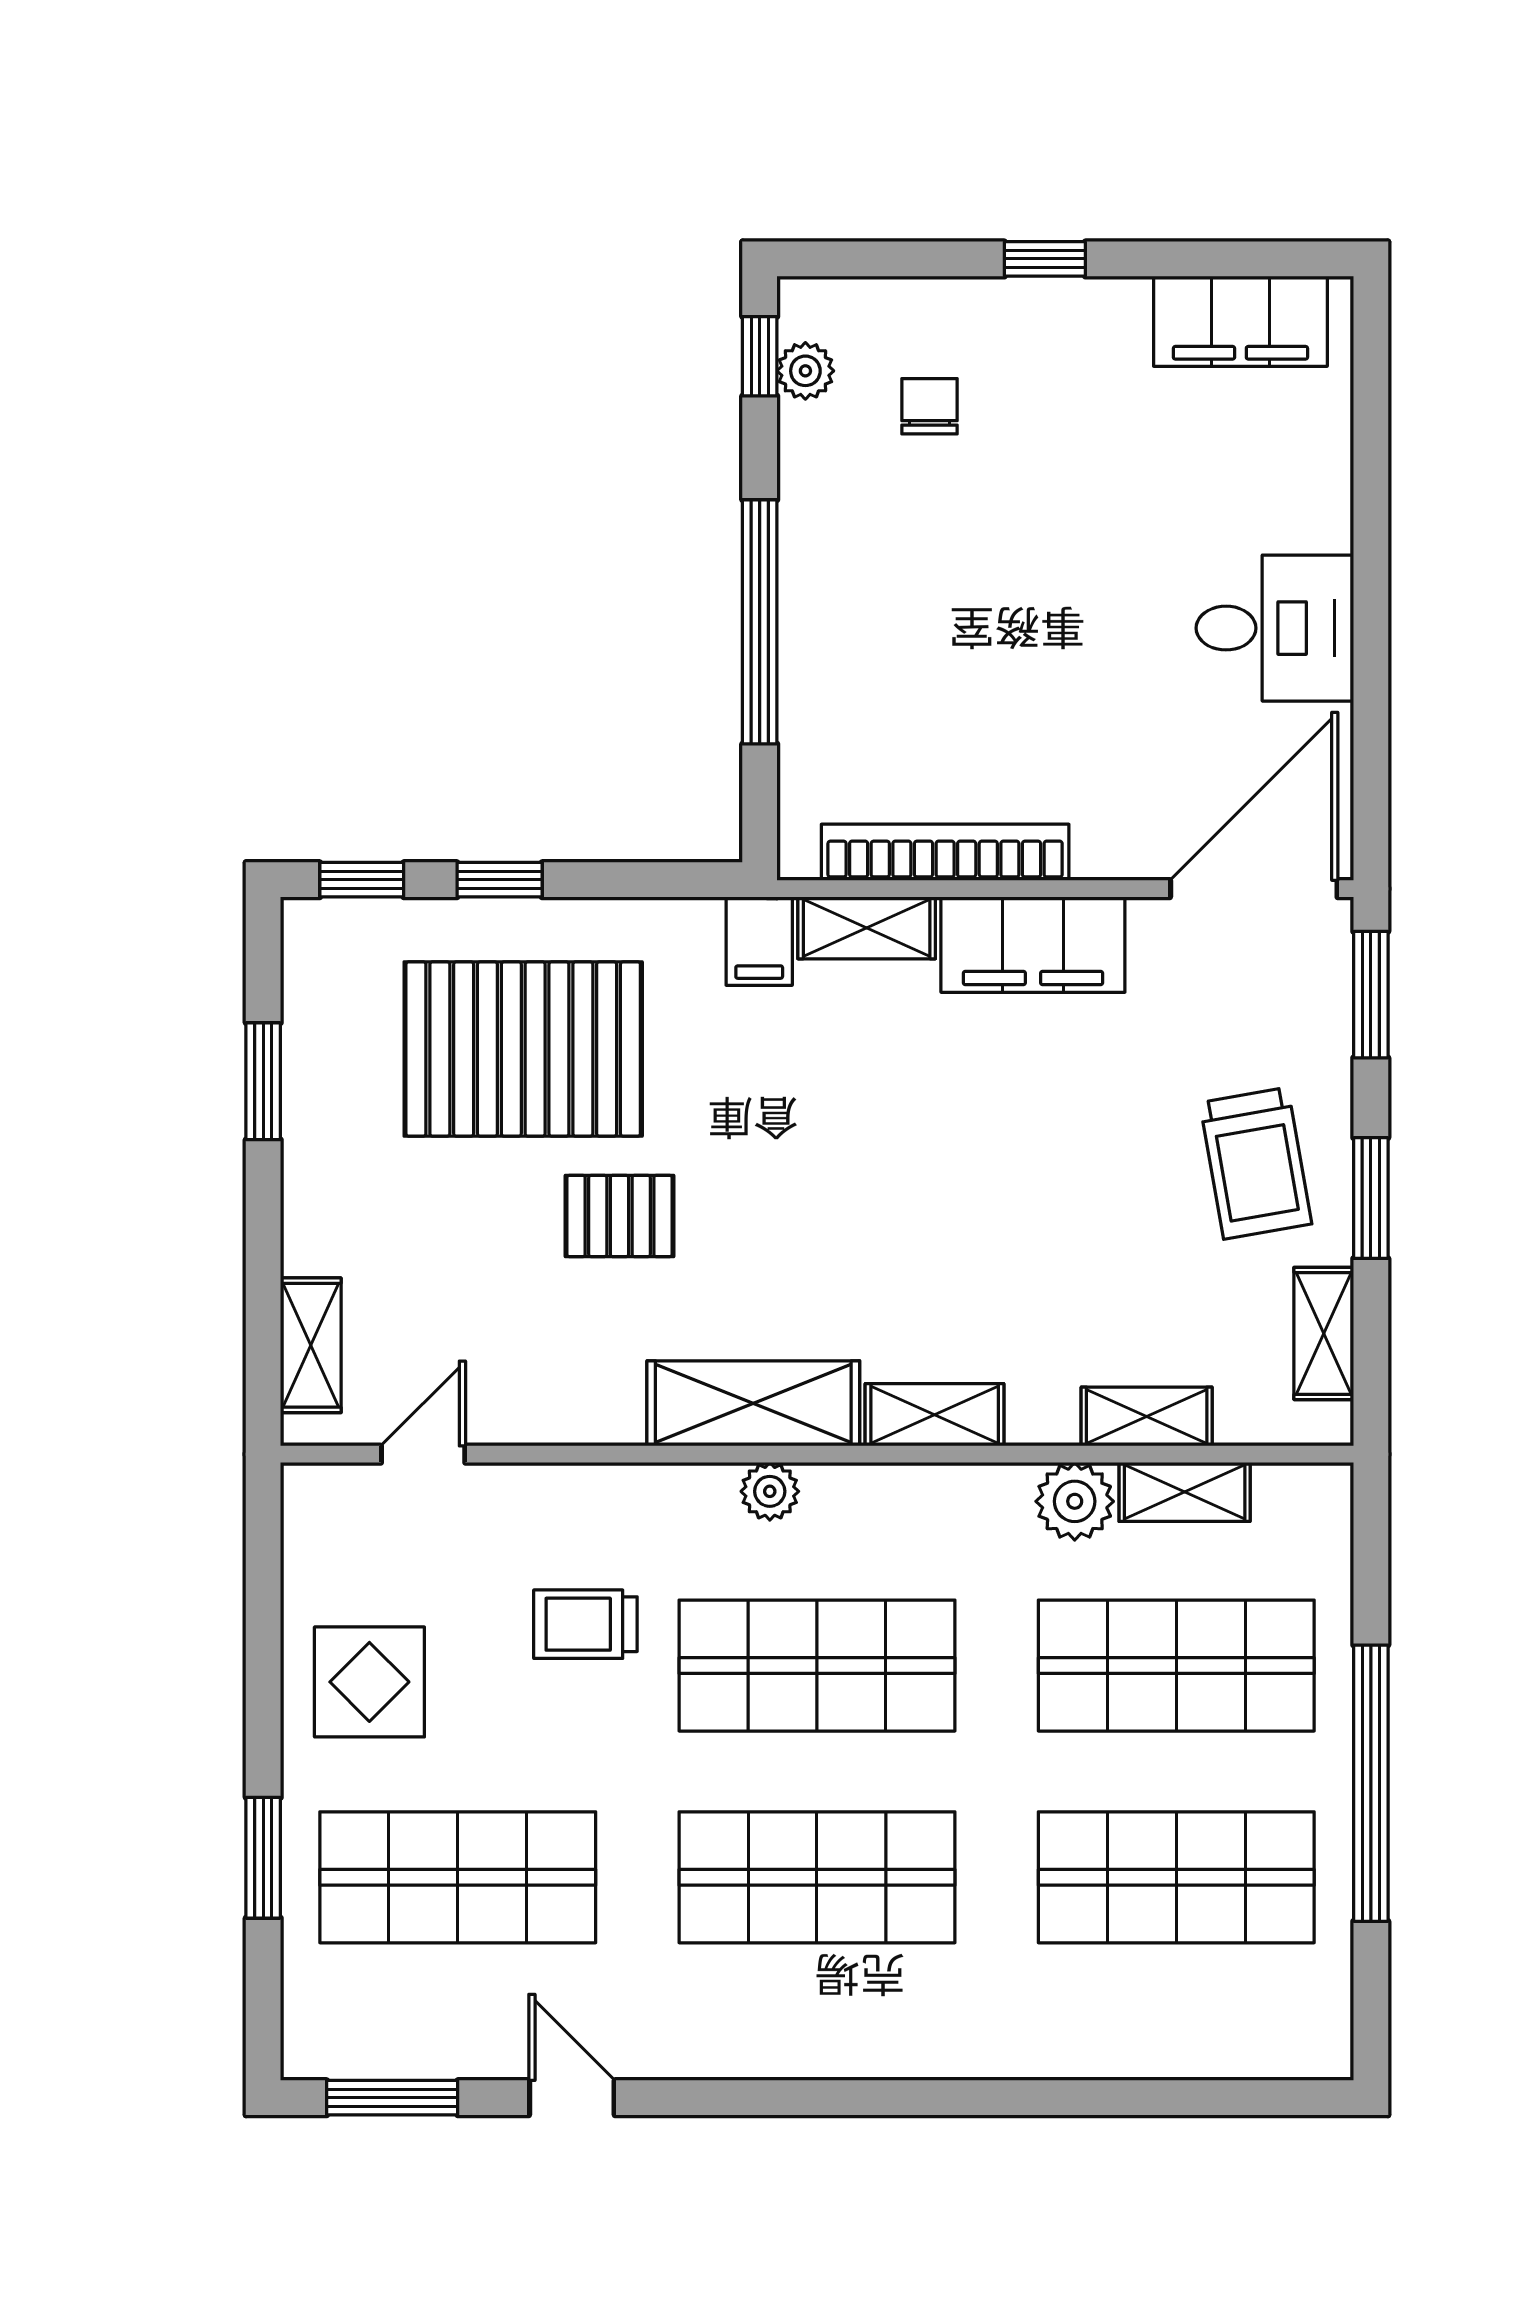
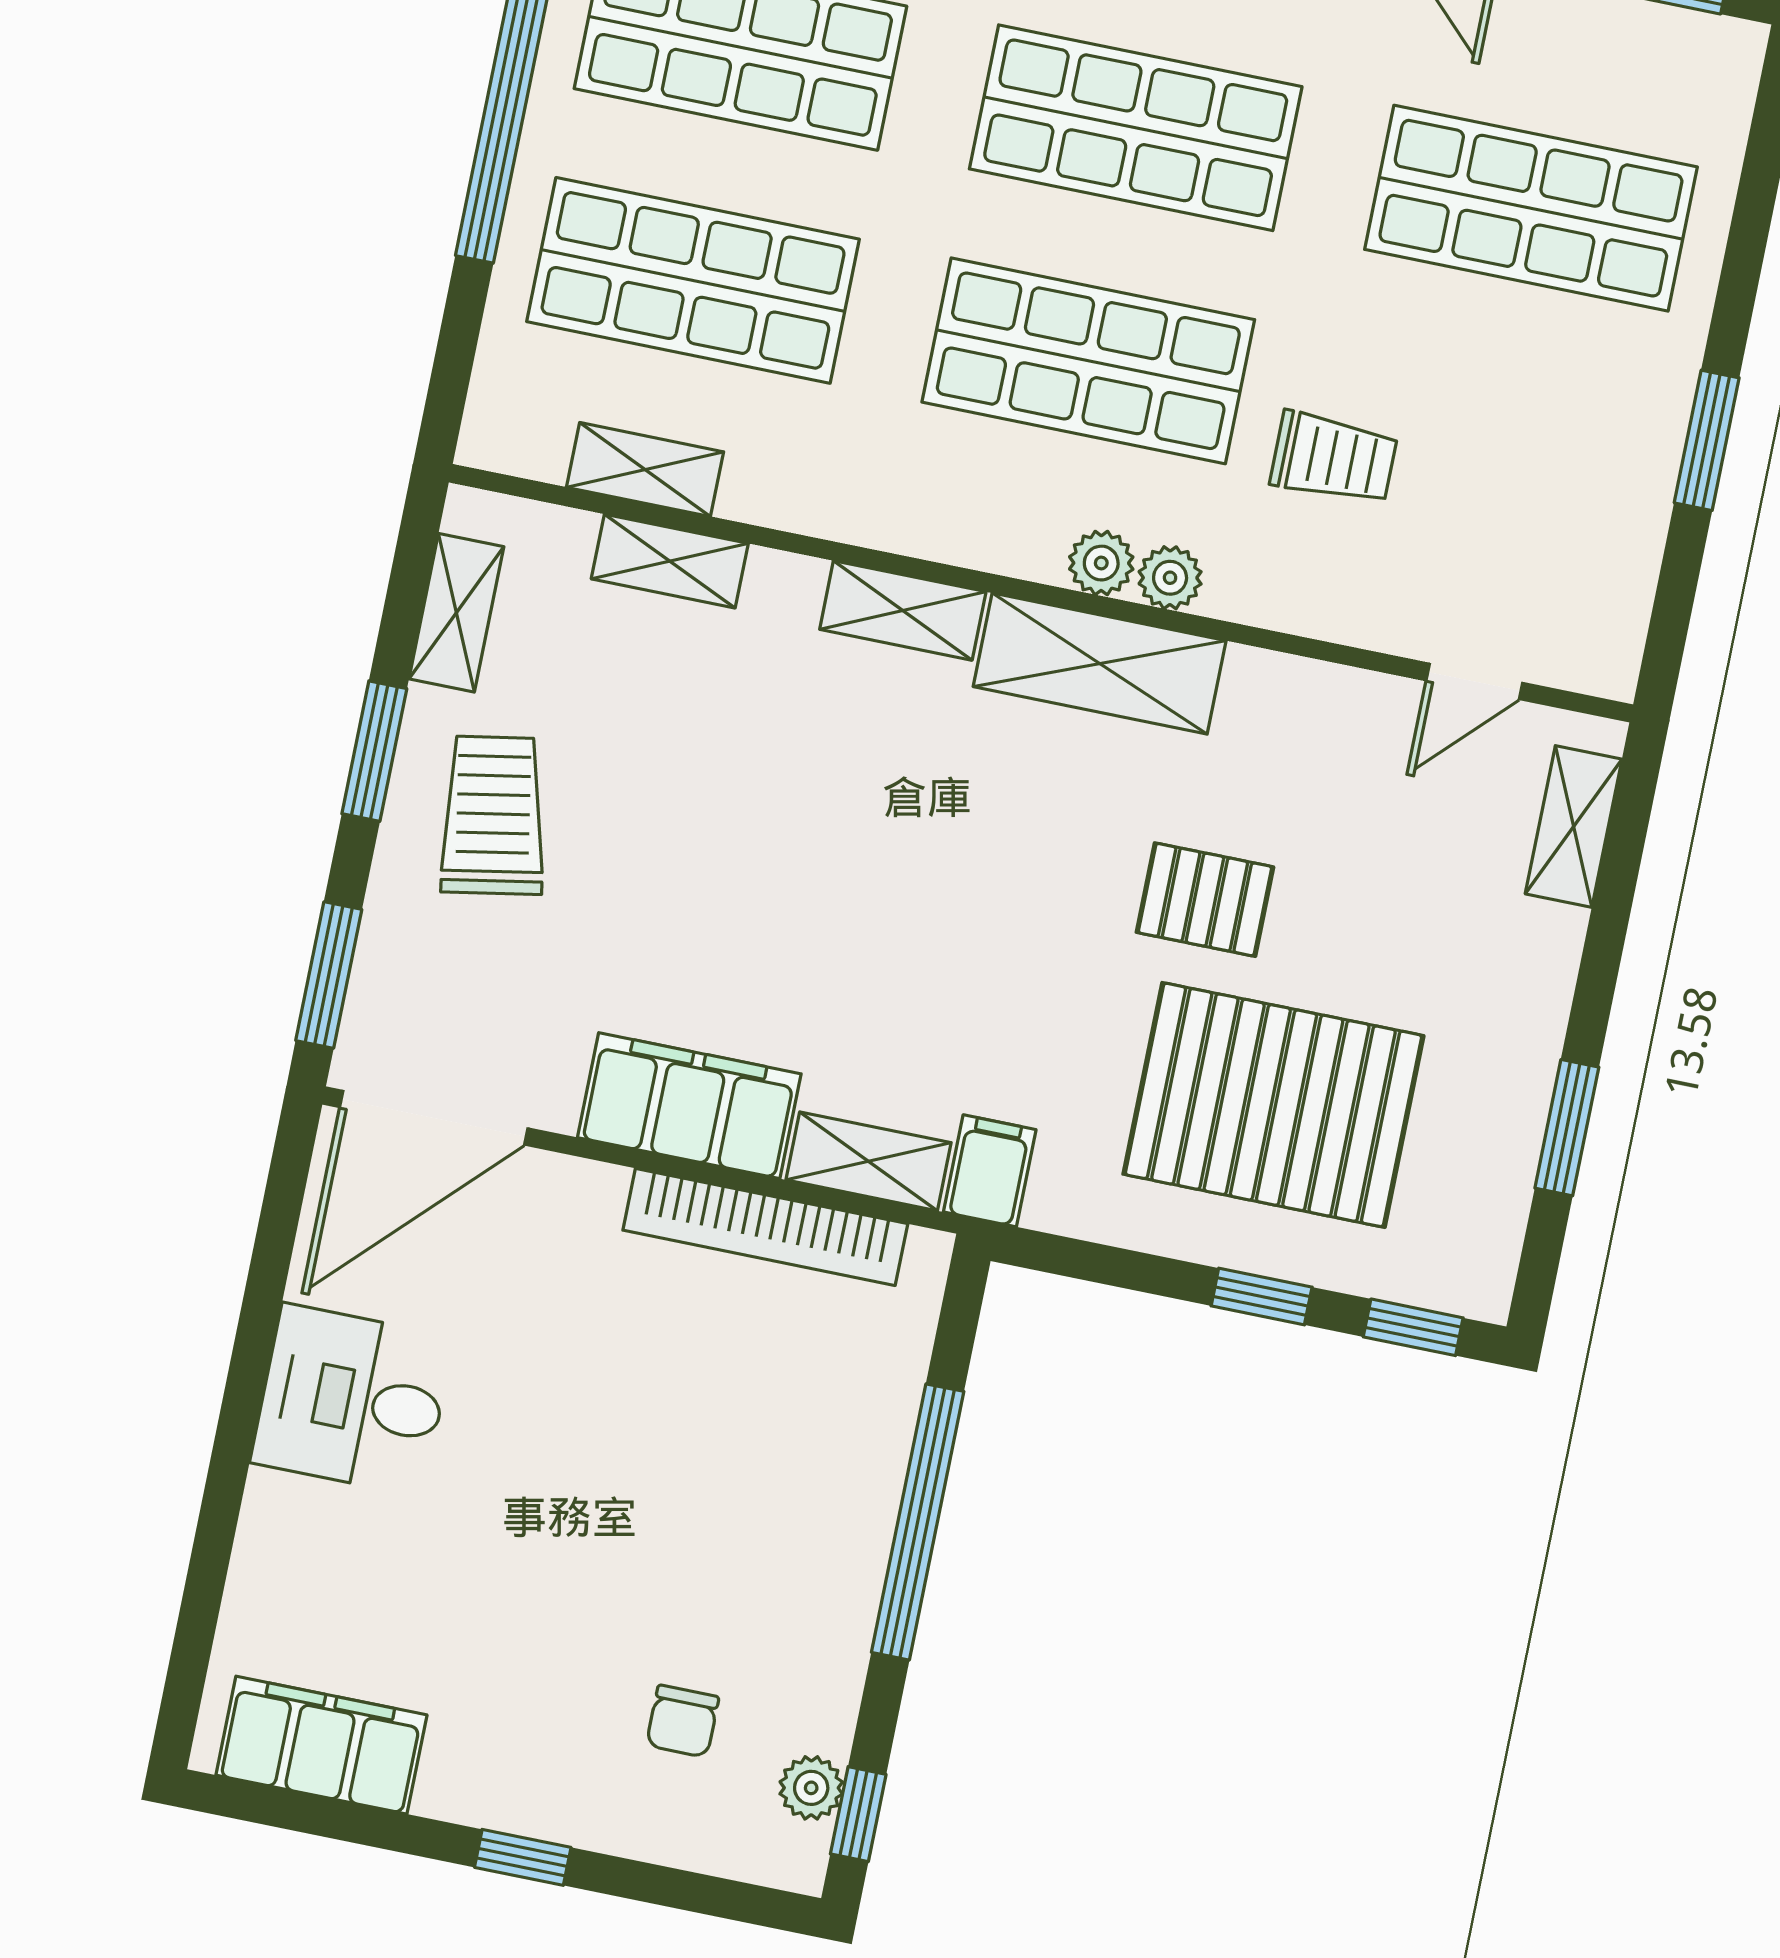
plant: (1075, 1501) -> (1170, 578), moved, width x0.73, depth x0.73
display table: (369, 1682) -> (1584, 443), removed
window: (263, 1858) -> (1707, 440), moved

